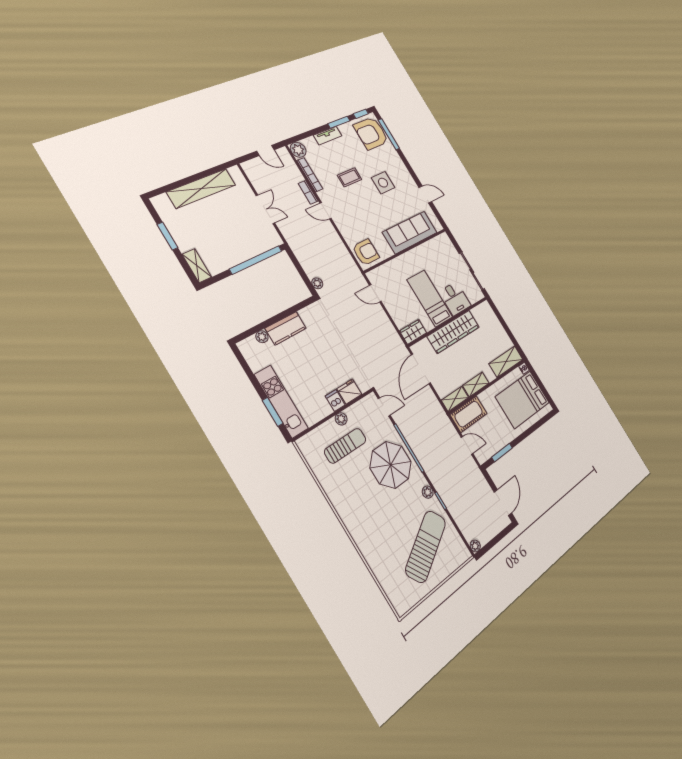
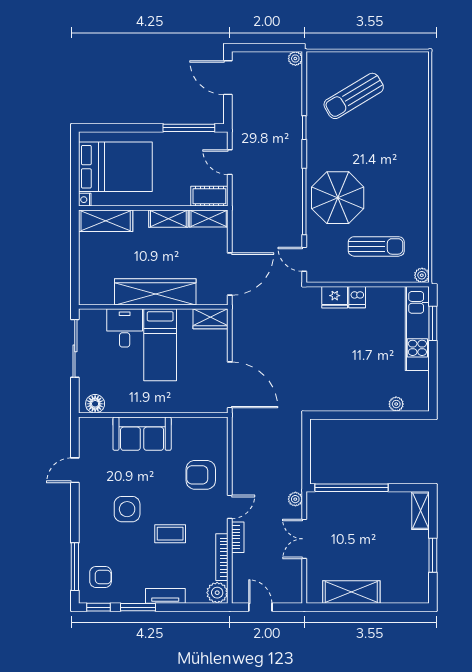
armchair: (371, 133) -> (101, 577), width x0.53, depth x0.53
shelving: (201, 188) -> (351, 592), width x0.68
door: (425, 194) -> (75, 470), hinge flipped
door: (325, 211) -> (230, 507), hinge flipped
sofa: (410, 232) -> (142, 434), width x0.73
floor lamp: (440, 242) -> (95, 404), added
armchair: (366, 252) -> (201, 475), moved
plant: (317, 283) -> (295, 499), moved
door: (375, 293) -> (230, 385), width x1.87
kitchen counter: (286, 328) -> (364, 400), removed
cot: (469, 414) -> (209, 196), width x0.73, depth x0.75
plant: (341, 419) -> (422, 275), moved
sun lounger: (345, 446) -> (376, 246), turned 180
window: (502, 453) -> (189, 128), width x1.44
plant: (428, 492) -> (314, 145), removed
door: (503, 503) -> (228, 78), hinge flipped
sun lounger: (426, 546) -> (354, 96), width x0.73, depth x0.75

